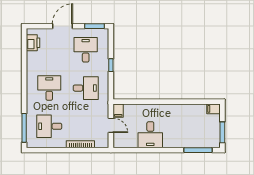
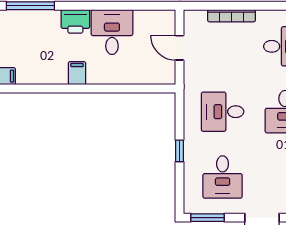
filing cabinet: (118, 111) -> (77, 73), moved
printer: (172, 141) -> (75, 21), added

